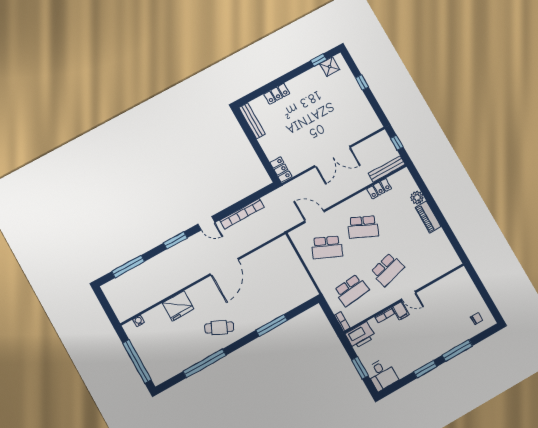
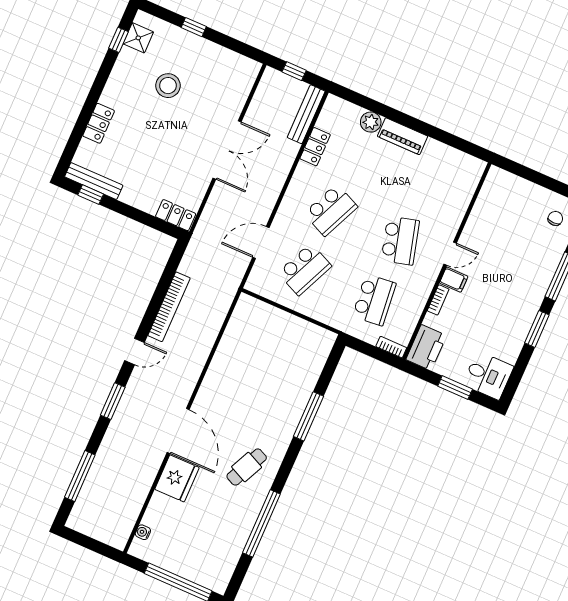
stool: (327, 102) -> (168, 86), added
window: (245, 126) -> (91, 195), added
door: (224, 267) -> (178, 431), moved

